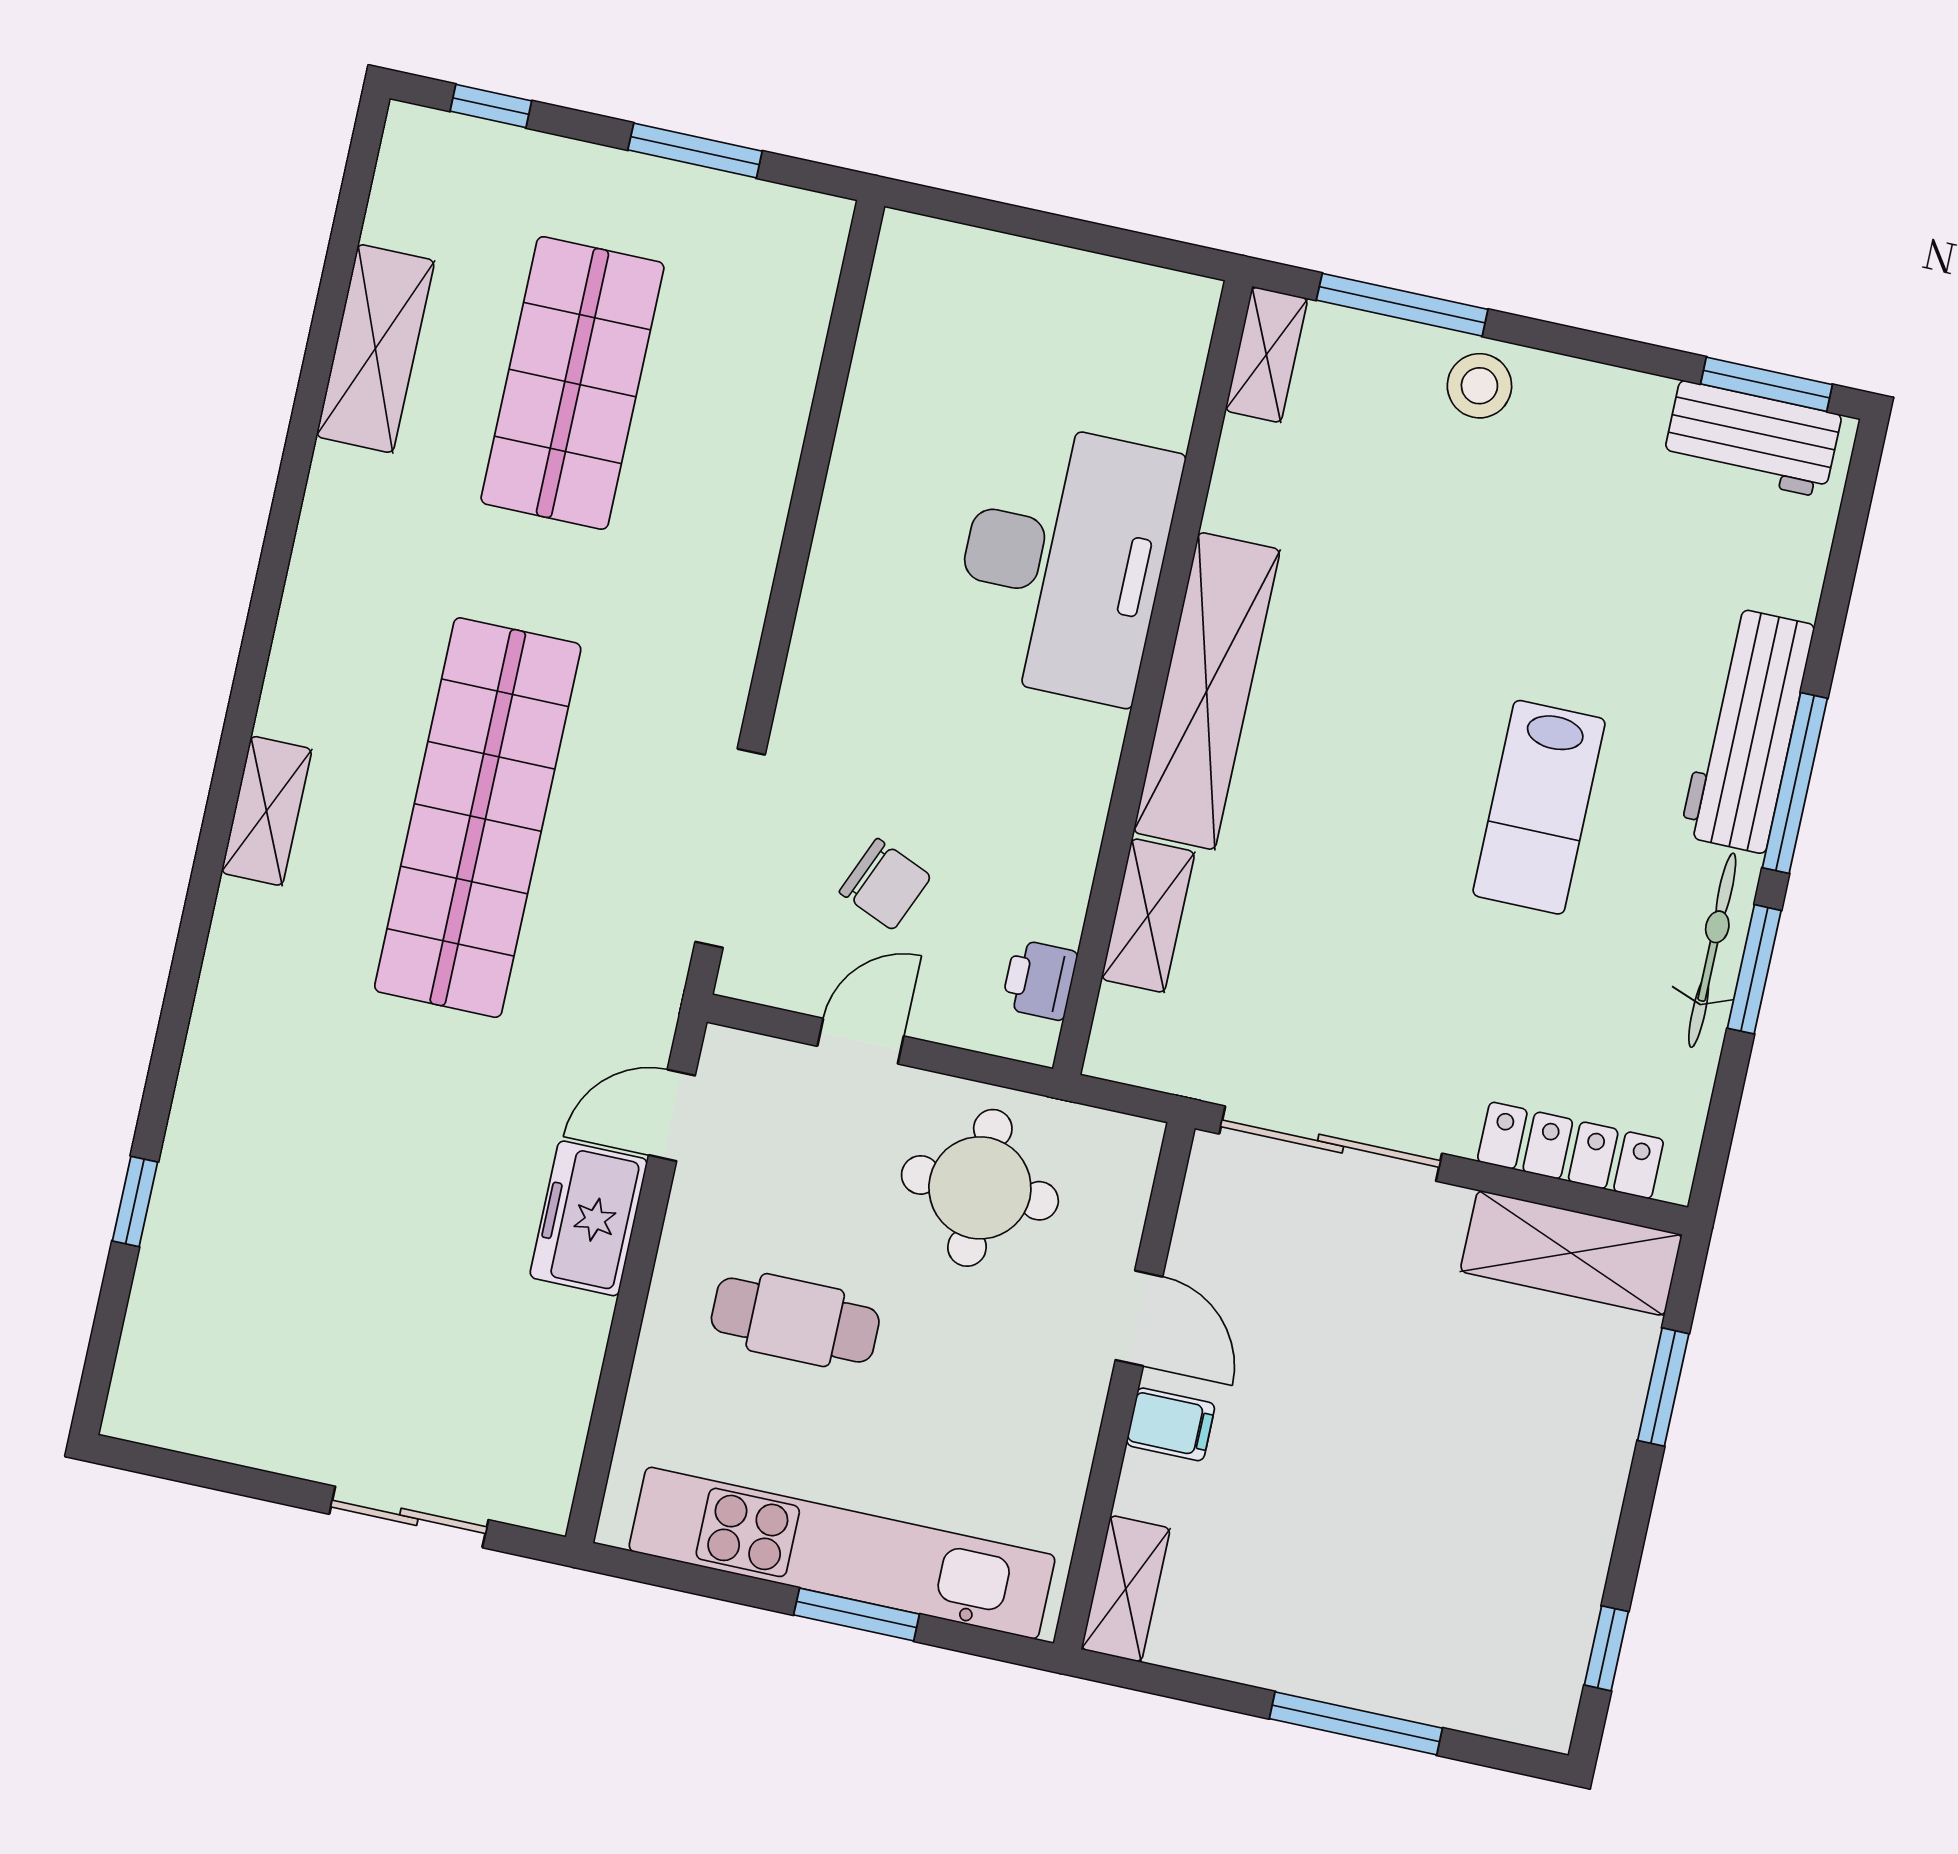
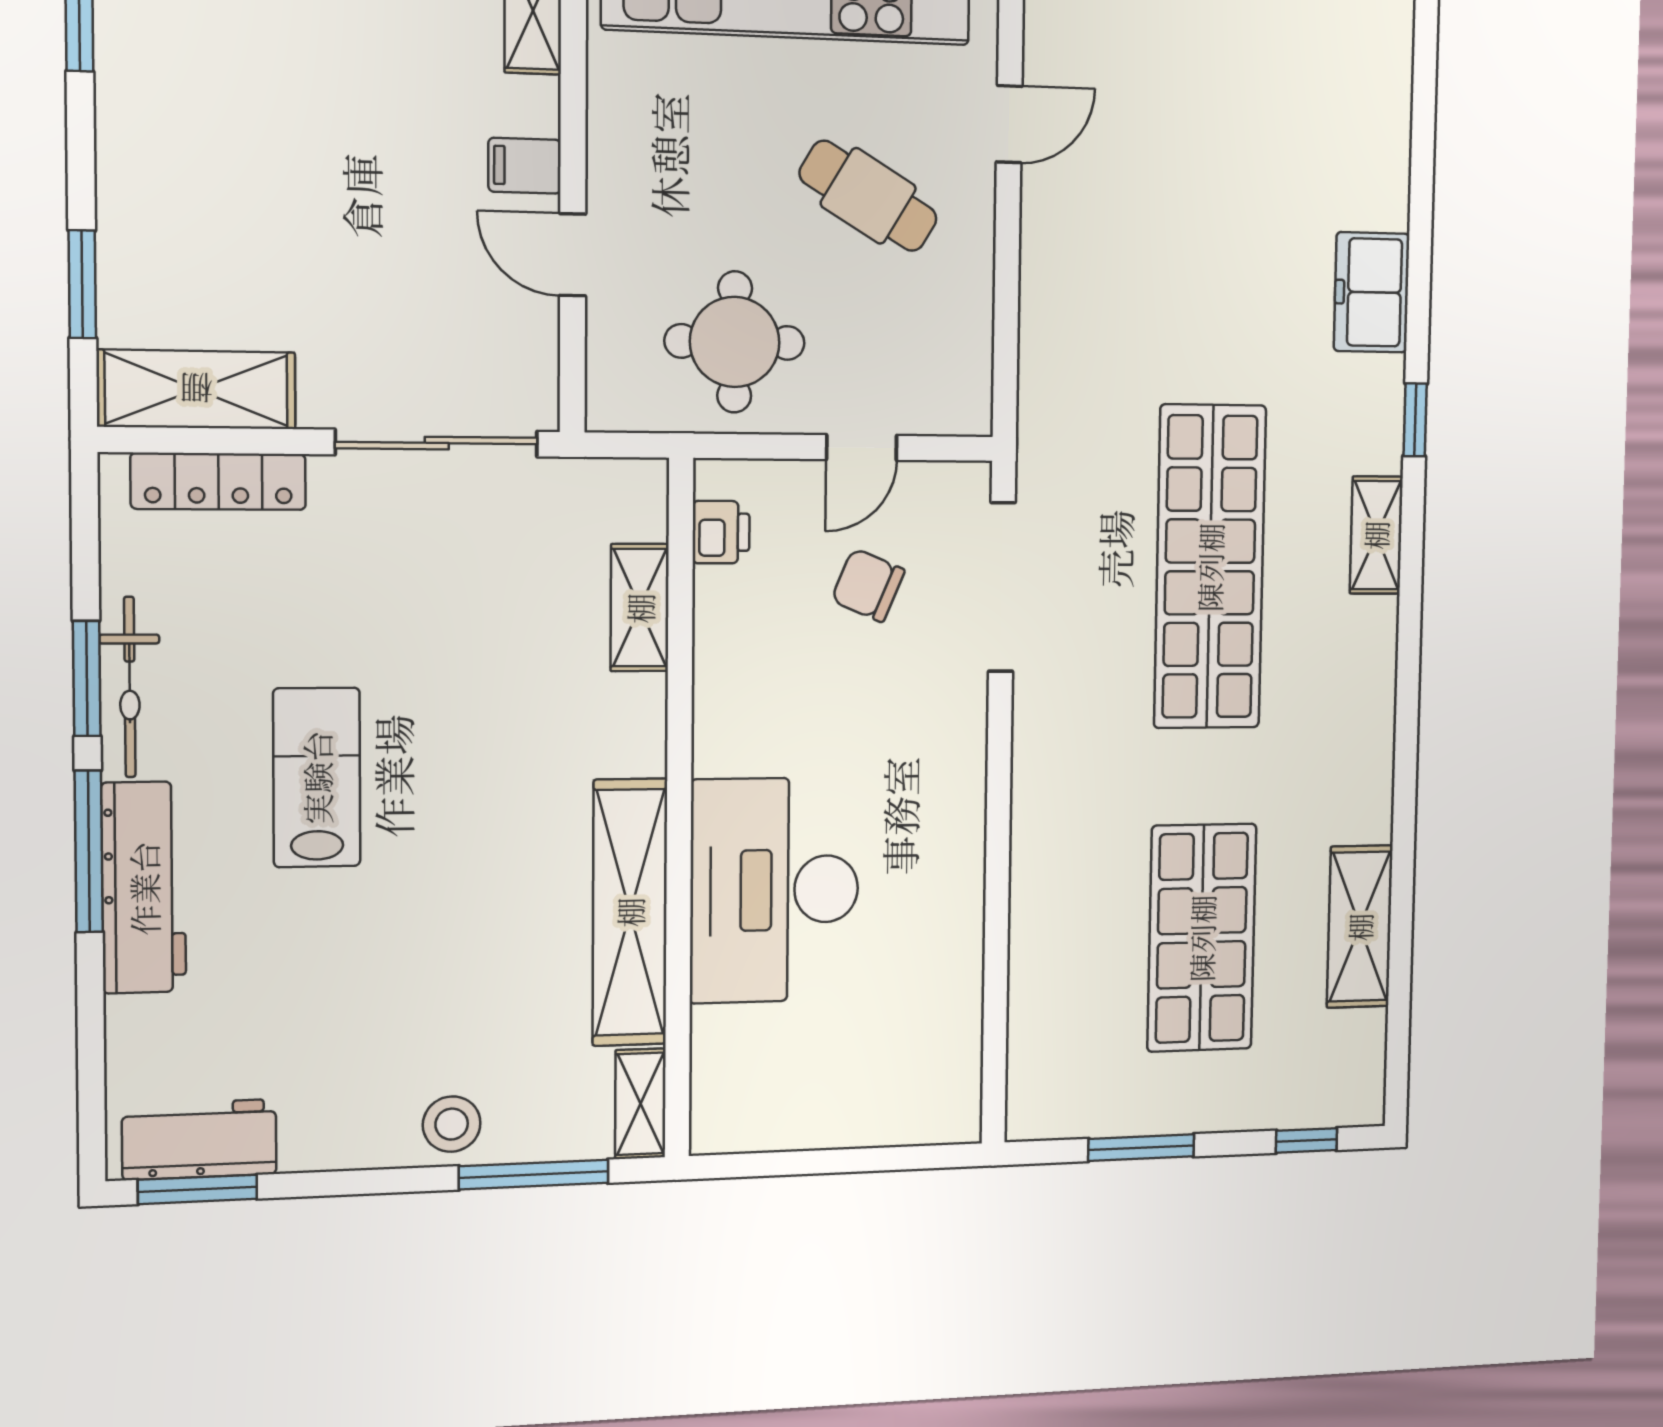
shelving: (1207, 691) -> (630, 912), moved
door: (672, 1115) -> (1009, 124), moved
window: (135, 1201) -> (1415, 420), moved
freezer: (589, 1218) -> (1372, 292), moved, turned 180
cafe table: (795, 1320) -> (868, 196), turned 31

